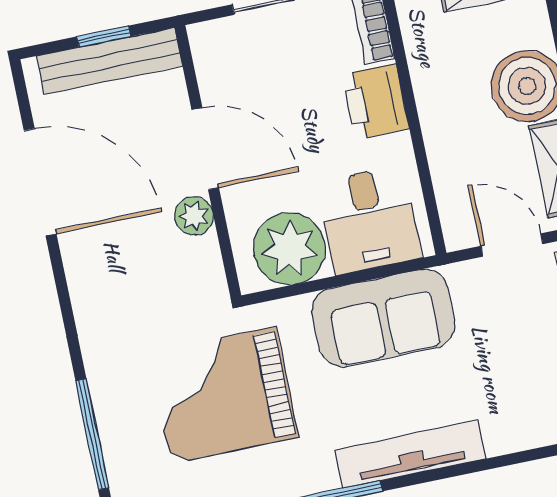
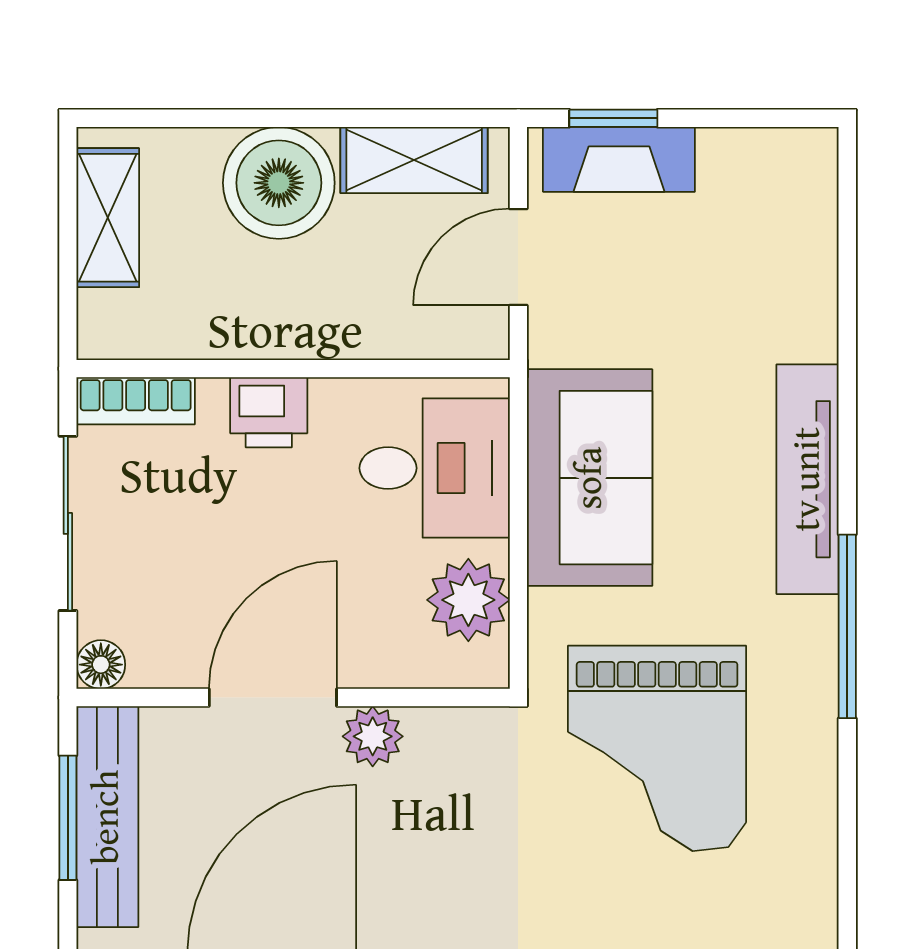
window: (104, 36) -> (68, 818), width x1.50
floor lamp: (204, 37) -> (101, 665), added
printer: (376, 102) -> (269, 412), width x0.73, depth x0.81
plant: (289, 249) -> (468, 600), width x0.73, depth x0.73

